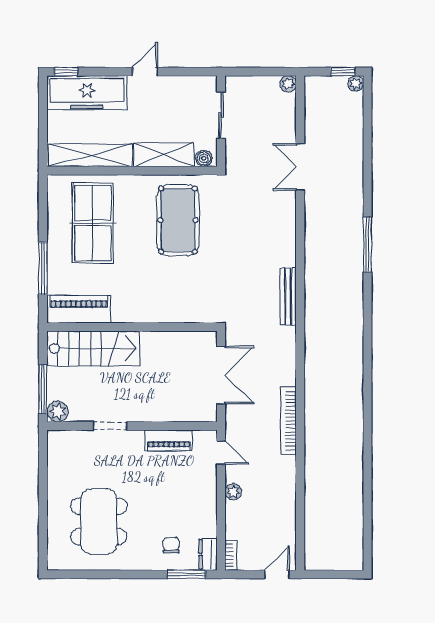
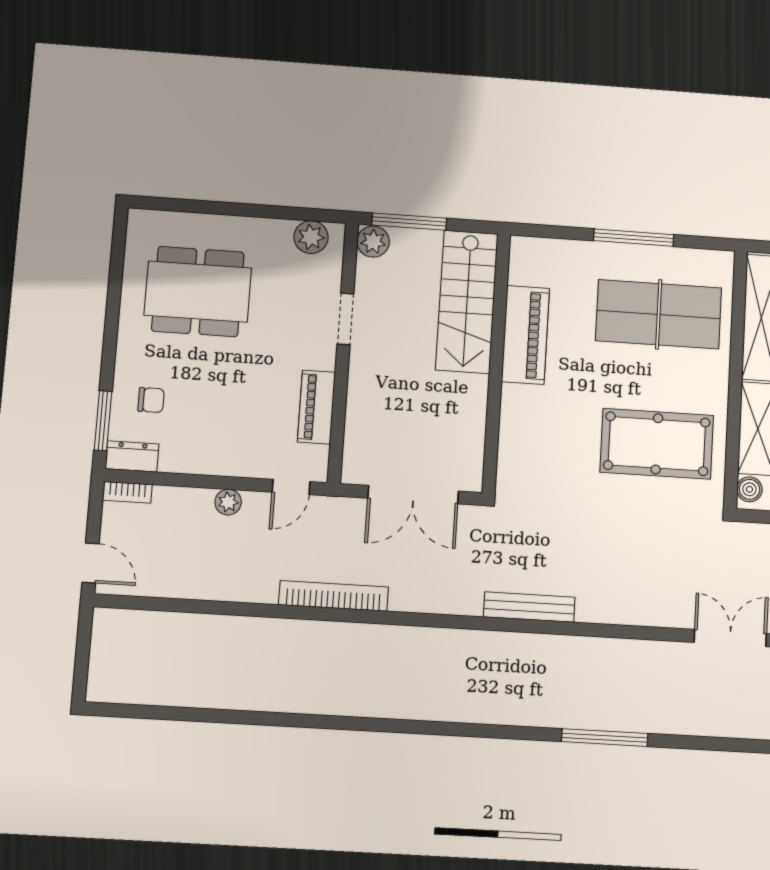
window: (43, 268) -> (634, 238), moved
piano: (79, 309) -> (525, 335), moved
plant: (58, 452) -> (311, 237), added

